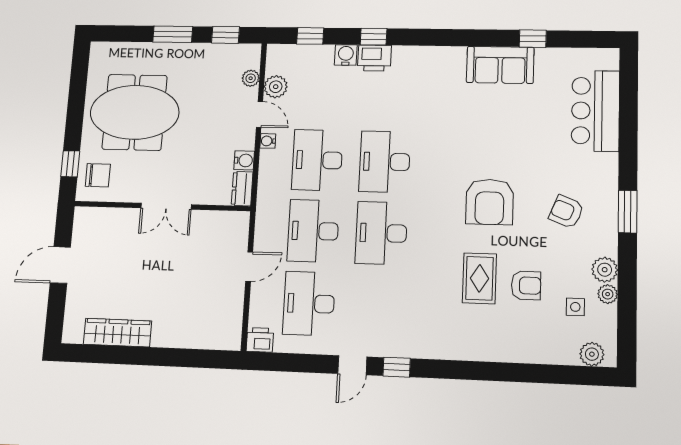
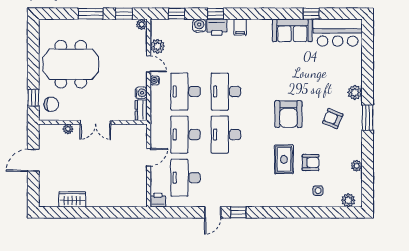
filing cabinet: (413, 58) -> (240, 27), added
plant: (251, 78) -> (142, 24), moved
bar counter: (595, 111) -> (338, 33), moved, turned -90
plant: (121, 216) -> (68, 129), added
plant: (605, 270) -> (355, 92), moved
side table: (575, 307) -> (318, 191), moved
wardrobe: (118, 333) -> (72, 199), width x0.67

